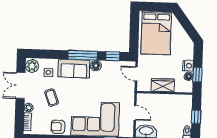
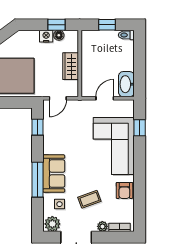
window: (83, 55) -> (38, 180), moved
floor lamp: (96, 66) -> (49, 147), removed

